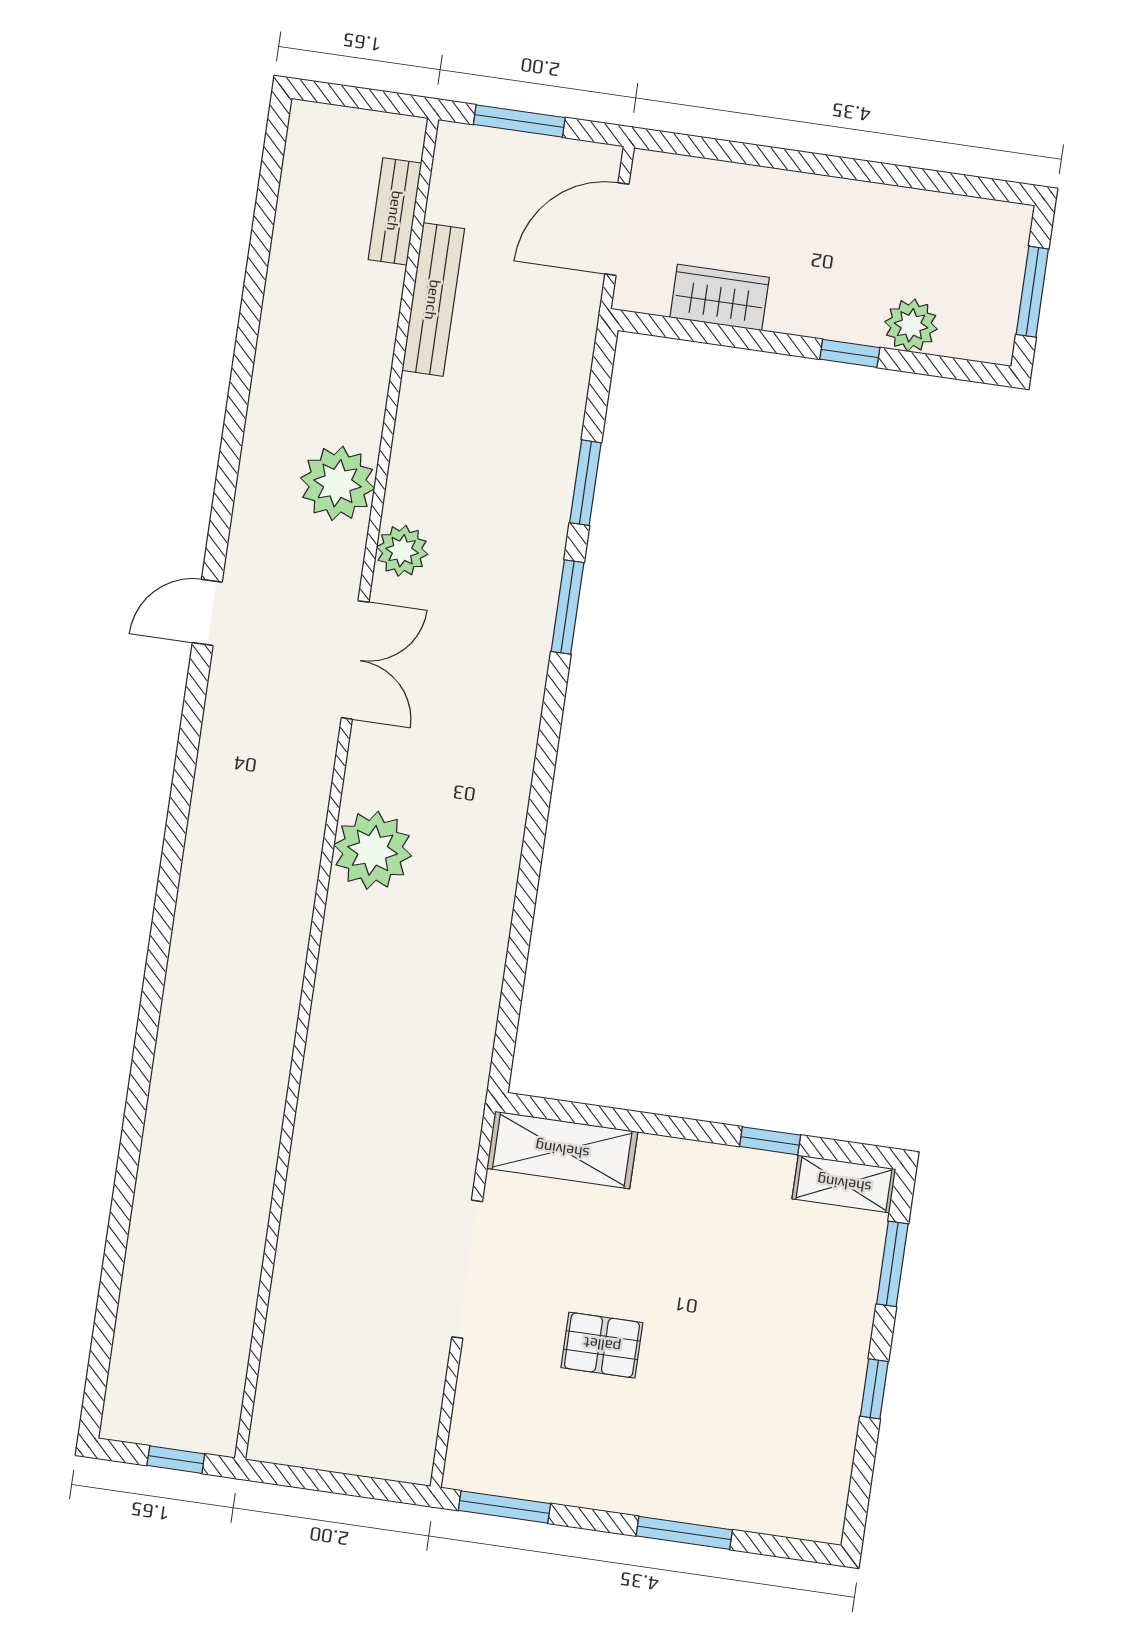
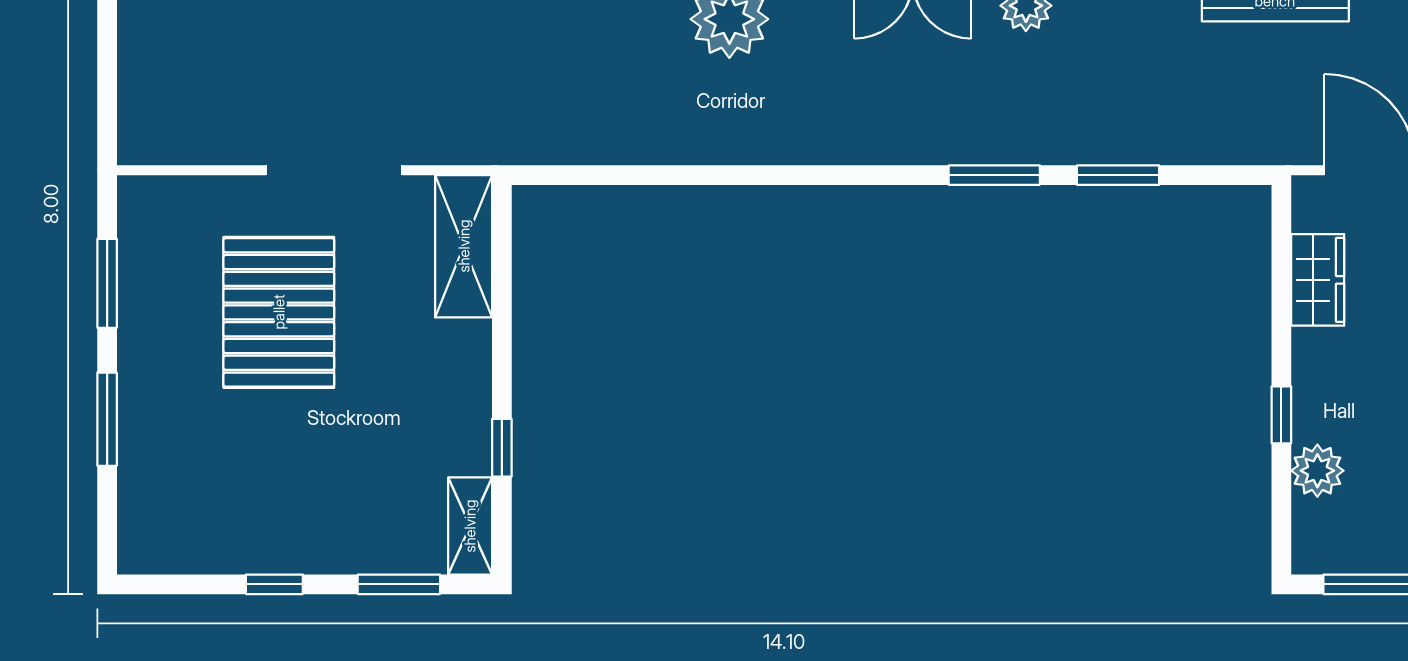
pallet: (602, 1345) -> (279, 312), width x2.05, depth x2.00
window: (504, 1507) -> (107, 283), moved

